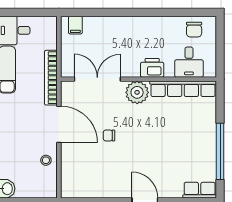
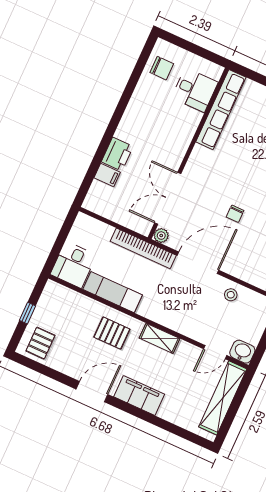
filing cabinet: (75, 25) -> (107, 175), moved
printer: (152, 68) -> (117, 154), moved, turned 180
plant: (137, 92) -> (161, 236), moved, width x0.53, depth x0.53

